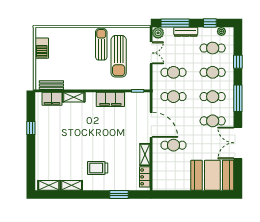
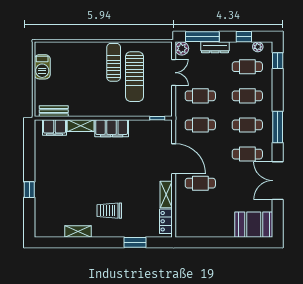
window: (238, 62) -> (278, 61), moved
filing cabinet: (110, 99) -> (112, 128), moved
window: (31, 128) -> (29, 190), moved
booth: (212, 175) -> (254, 225), width x0.73, depth x0.70
shelving: (49, 185) -> (51, 231), removed

